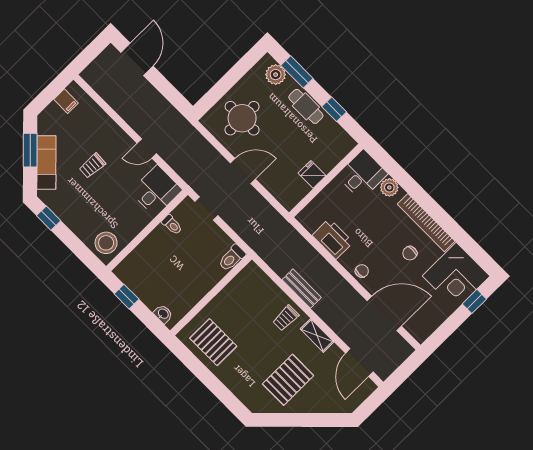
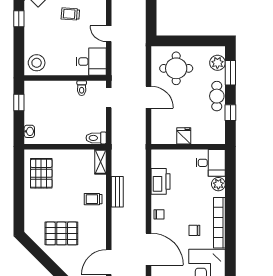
shelving: (317, 335) -> (101, 162), moved

